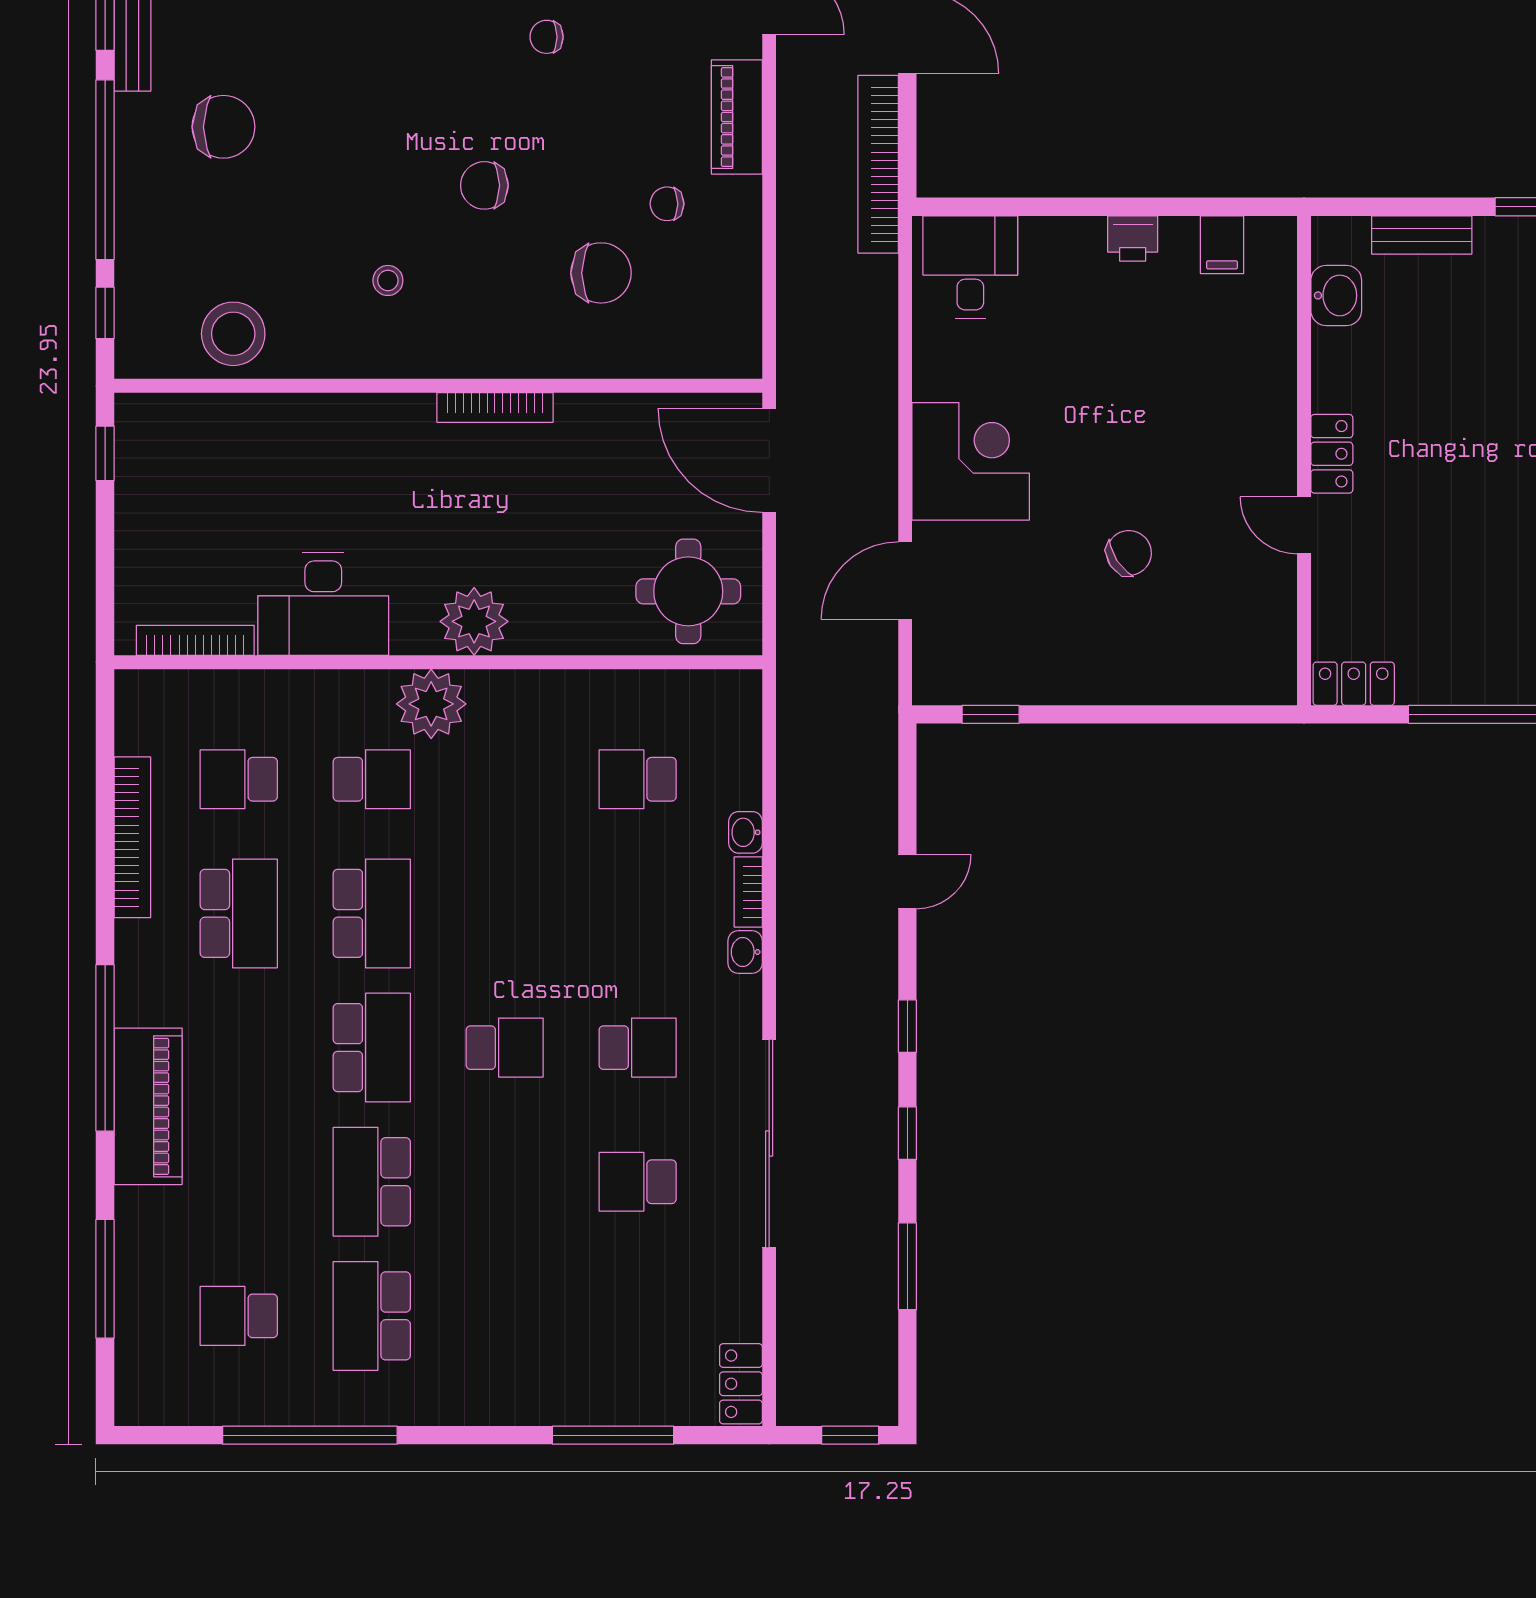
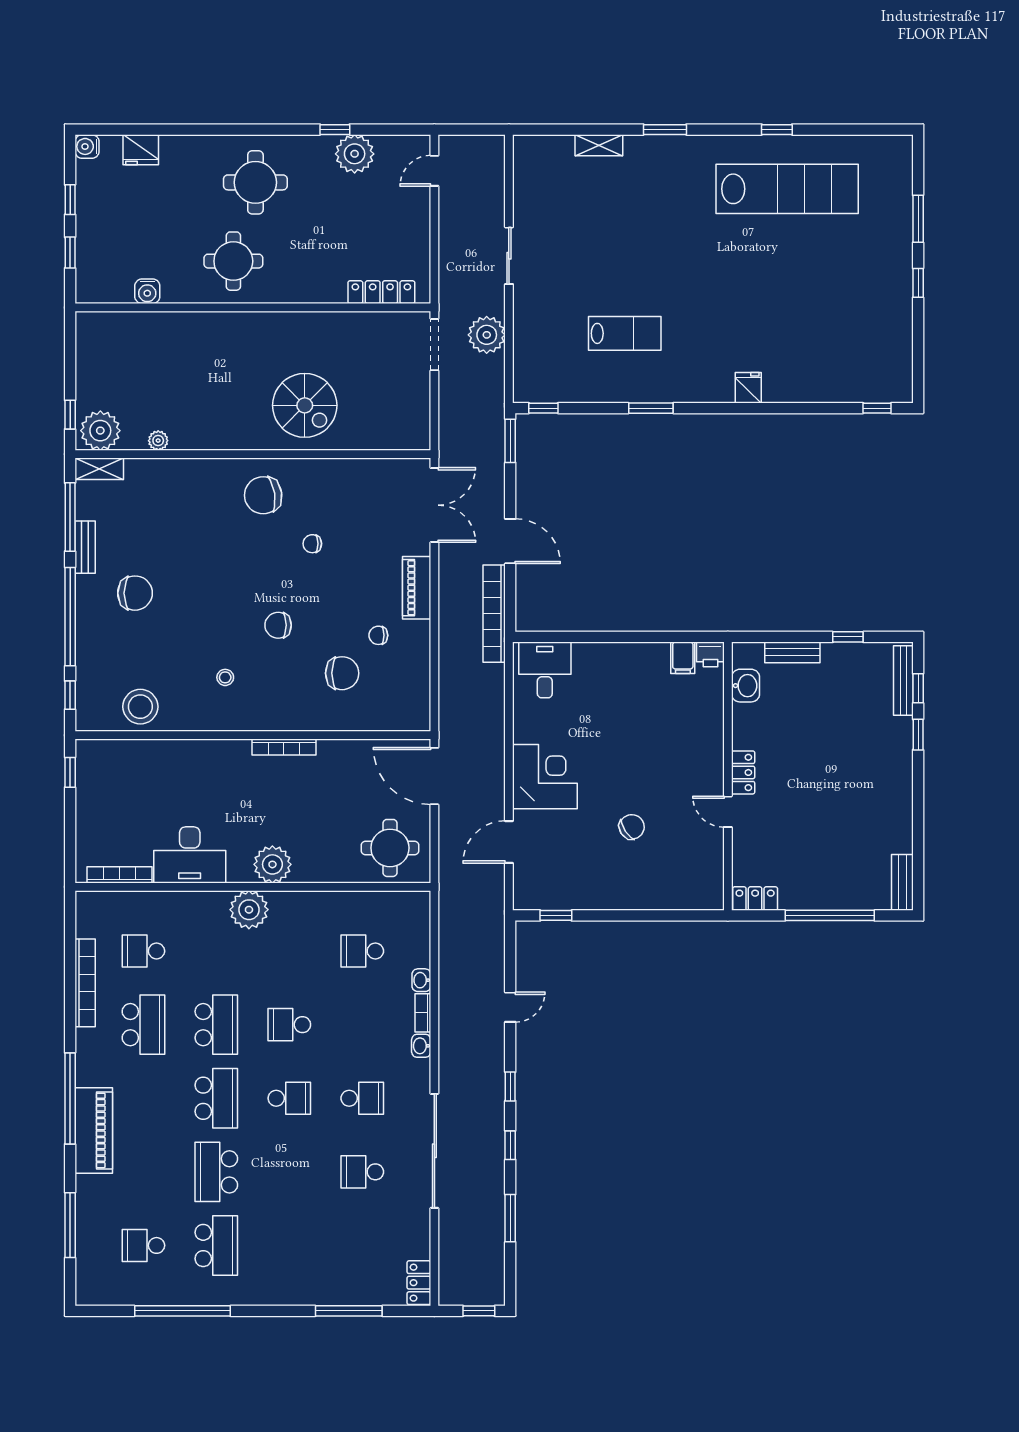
printer: (1133, 238) -> (710, 654), moved
school desk: (372, 779) -> (289, 1025), moved, turned 180
school desk: (372, 1316) -> (216, 1245), turned 180

